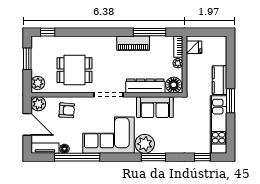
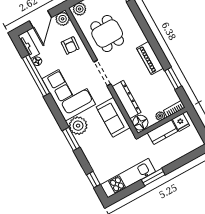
window: (150, 32) -> (173, 78), width x0.69
piano: (133, 43) -> (150, 58), moved
kitchen counter: (220, 80) -> (162, 132), moved, turned 180

